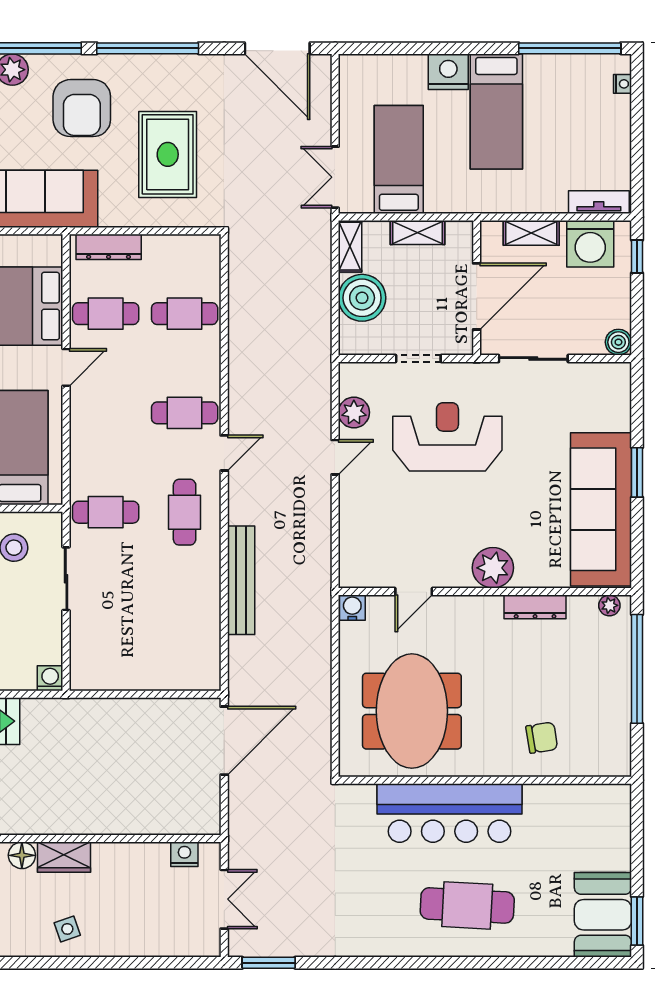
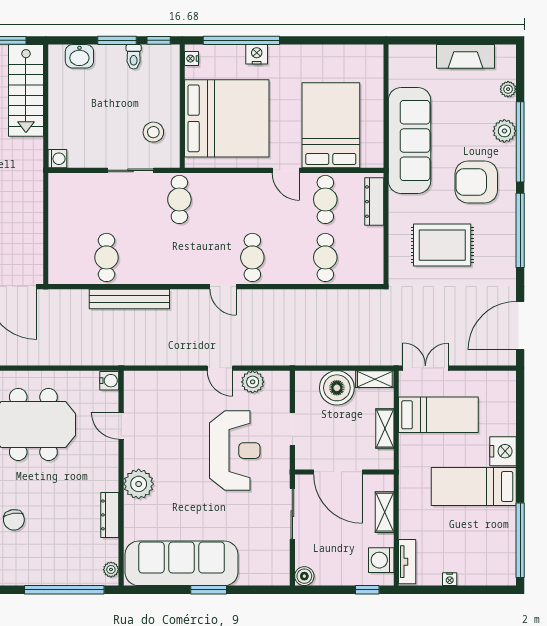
nightstand: (622, 84) -> (450, 579), moved
washing machine: (590, 244) -> (381, 560), width x0.73, depth x0.73
cafe table: (185, 512) -> (106, 257), moved, turned 90

